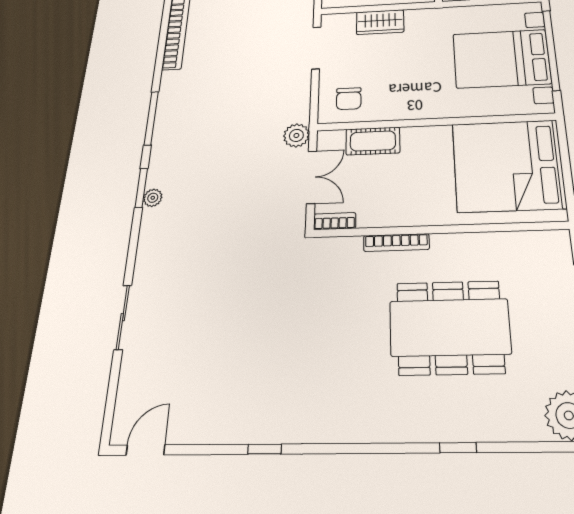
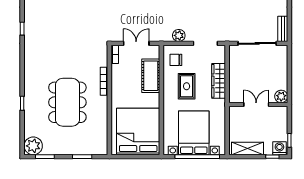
wardrobe: (380, 22) -> (219, 81), width x1.50
rug: (404, 76) -> (187, 86), added
plant: (296, 135) -> (179, 35), moved
cot: (373, 141) -> (151, 76), width x1.37, depth x1.34
double door: (312, 177) -> (136, 43), swing flipped

